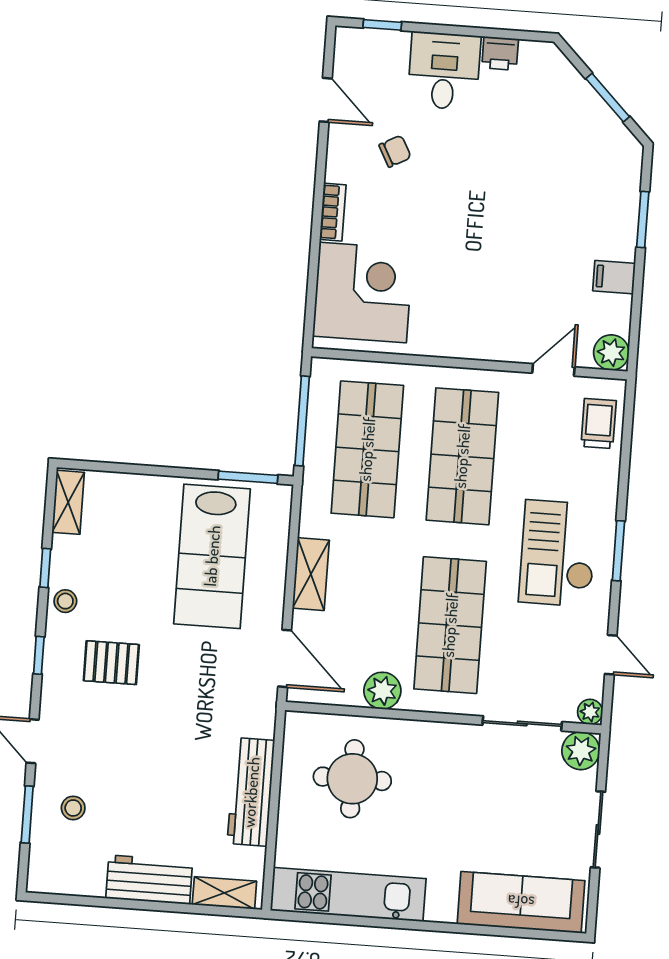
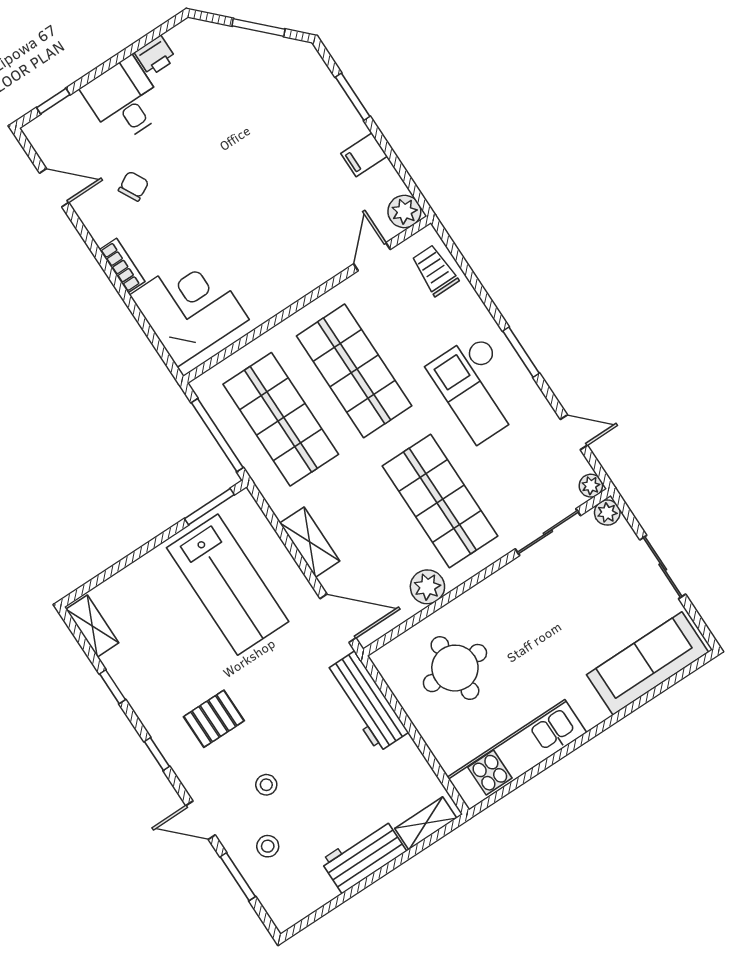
stool: (65, 601) -> (266, 785), moved
plant: (581, 751) -> (607, 513), width x0.73, depth x0.73
workbench: (251, 792) -> (367, 702), moved

